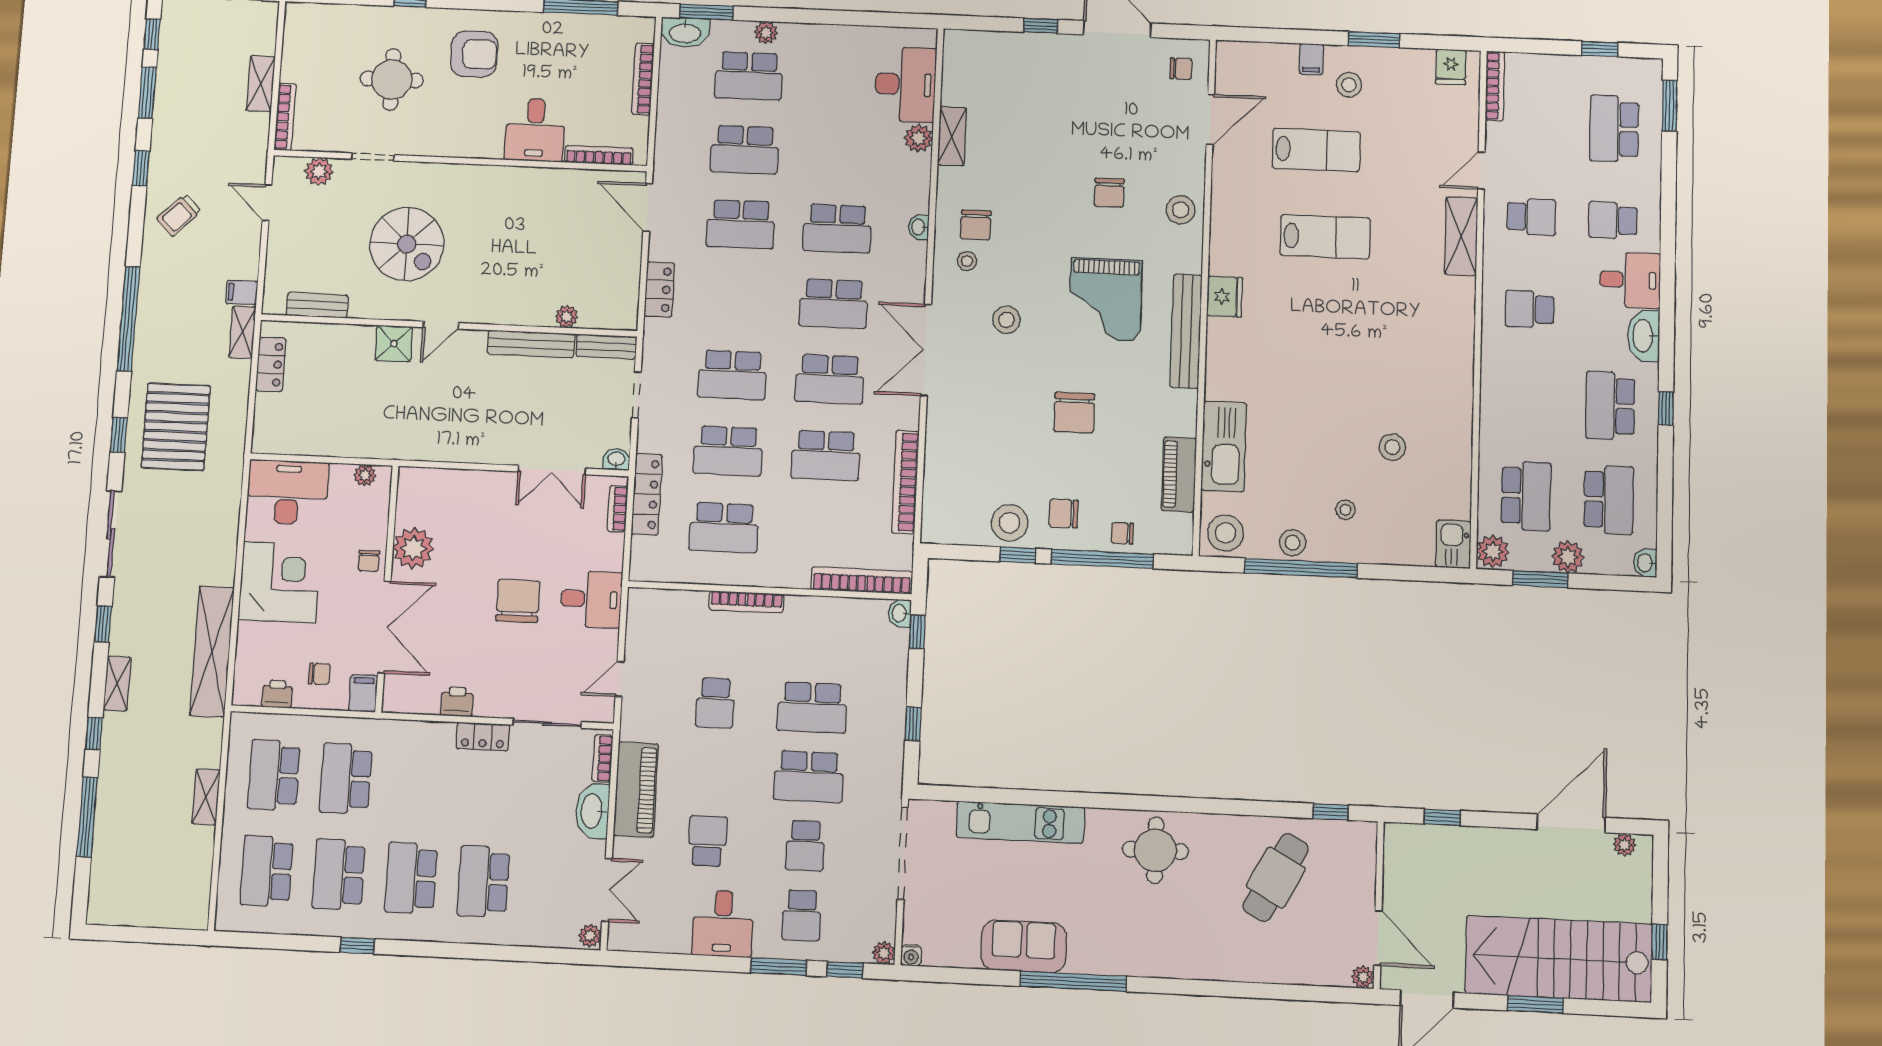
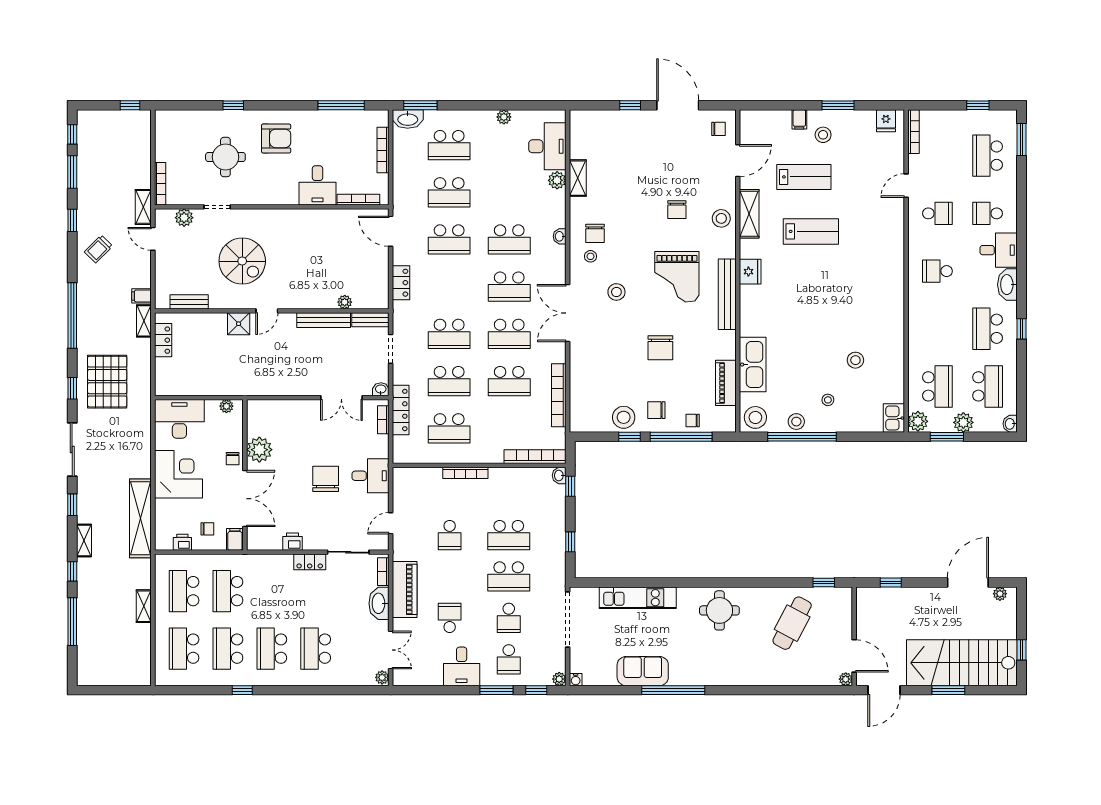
plant: (766, 33) -> (504, 117), moved
shelving: (261, 84) -> (143, 207), moved
shelving: (1461, 236) -> (749, 214), moved

